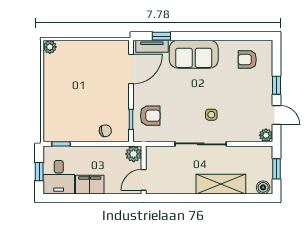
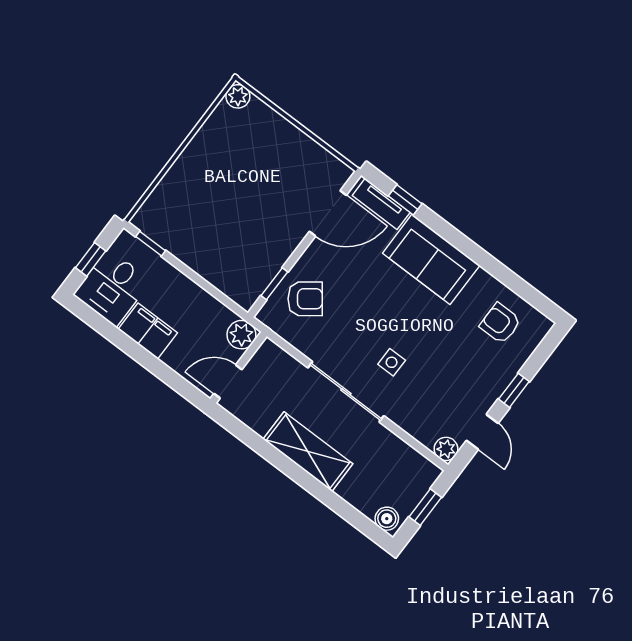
armchair: (150, 116) -> (305, 299), turned -37
chair: (105, 131) -> (227, 272), removed
shelving: (221, 184) -> (308, 452), moved

